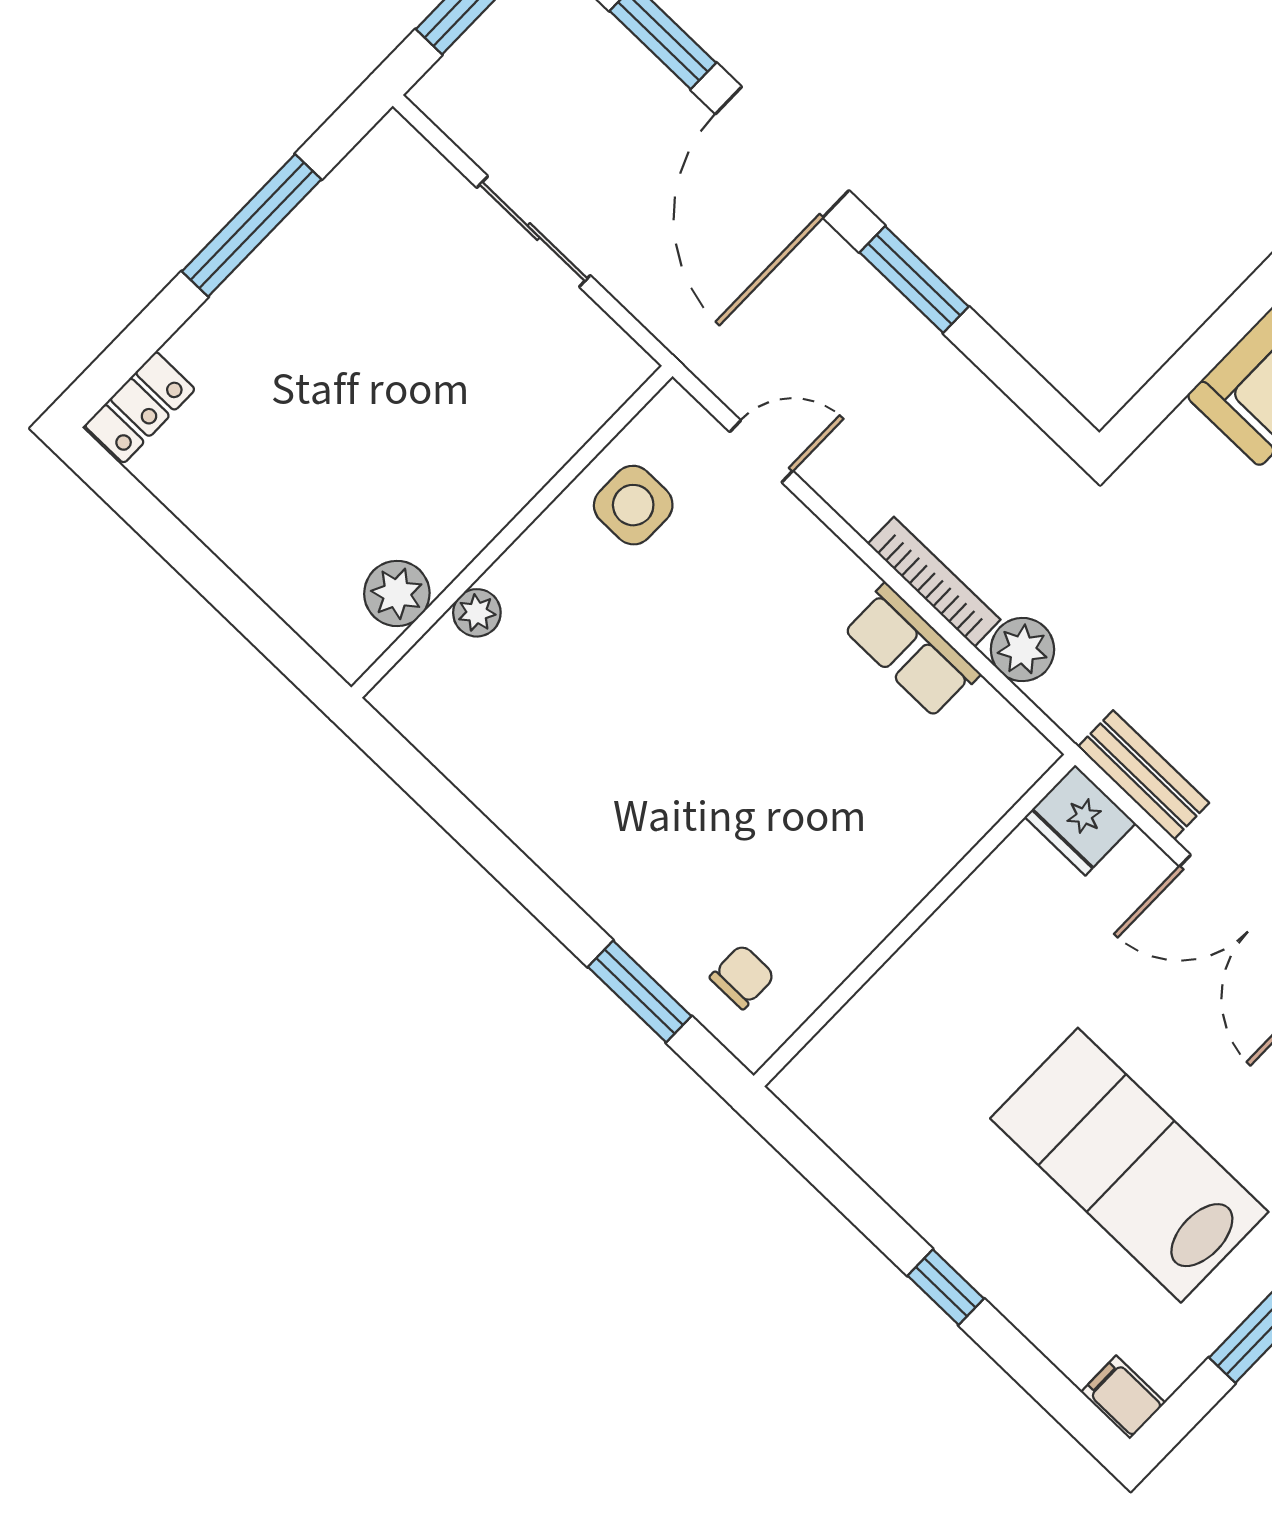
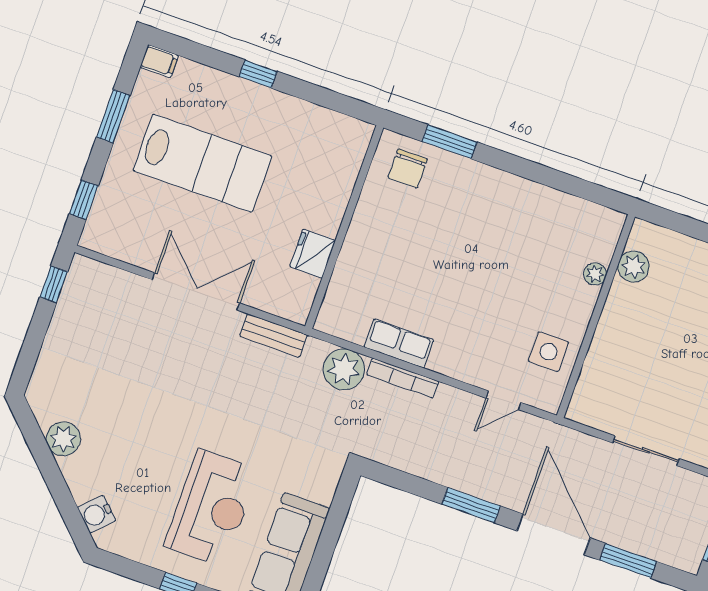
plant: (1022, 650) -> (344, 369), width x1.36, depth x1.36
fridge: (1080, 820) -> (313, 254), moved, turned -90
chair: (742, 977) -> (408, 168), width x1.37, depth x1.37

